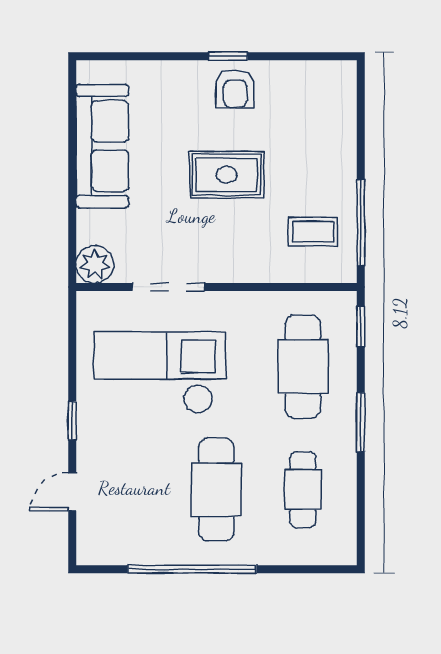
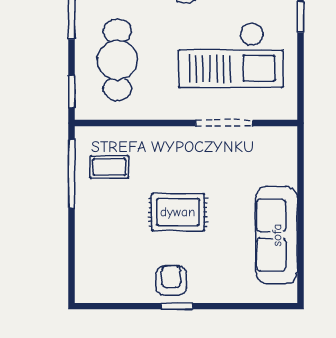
plant: (95, 264) -> (283, 141), removed

